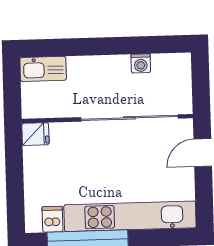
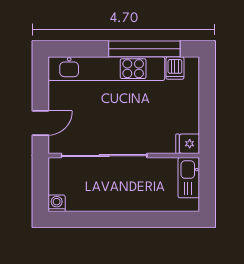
washing machine: (141, 63) -> (57, 203), moved
kitchen sink: (43, 69) -> (189, 178), moved, turned -90

